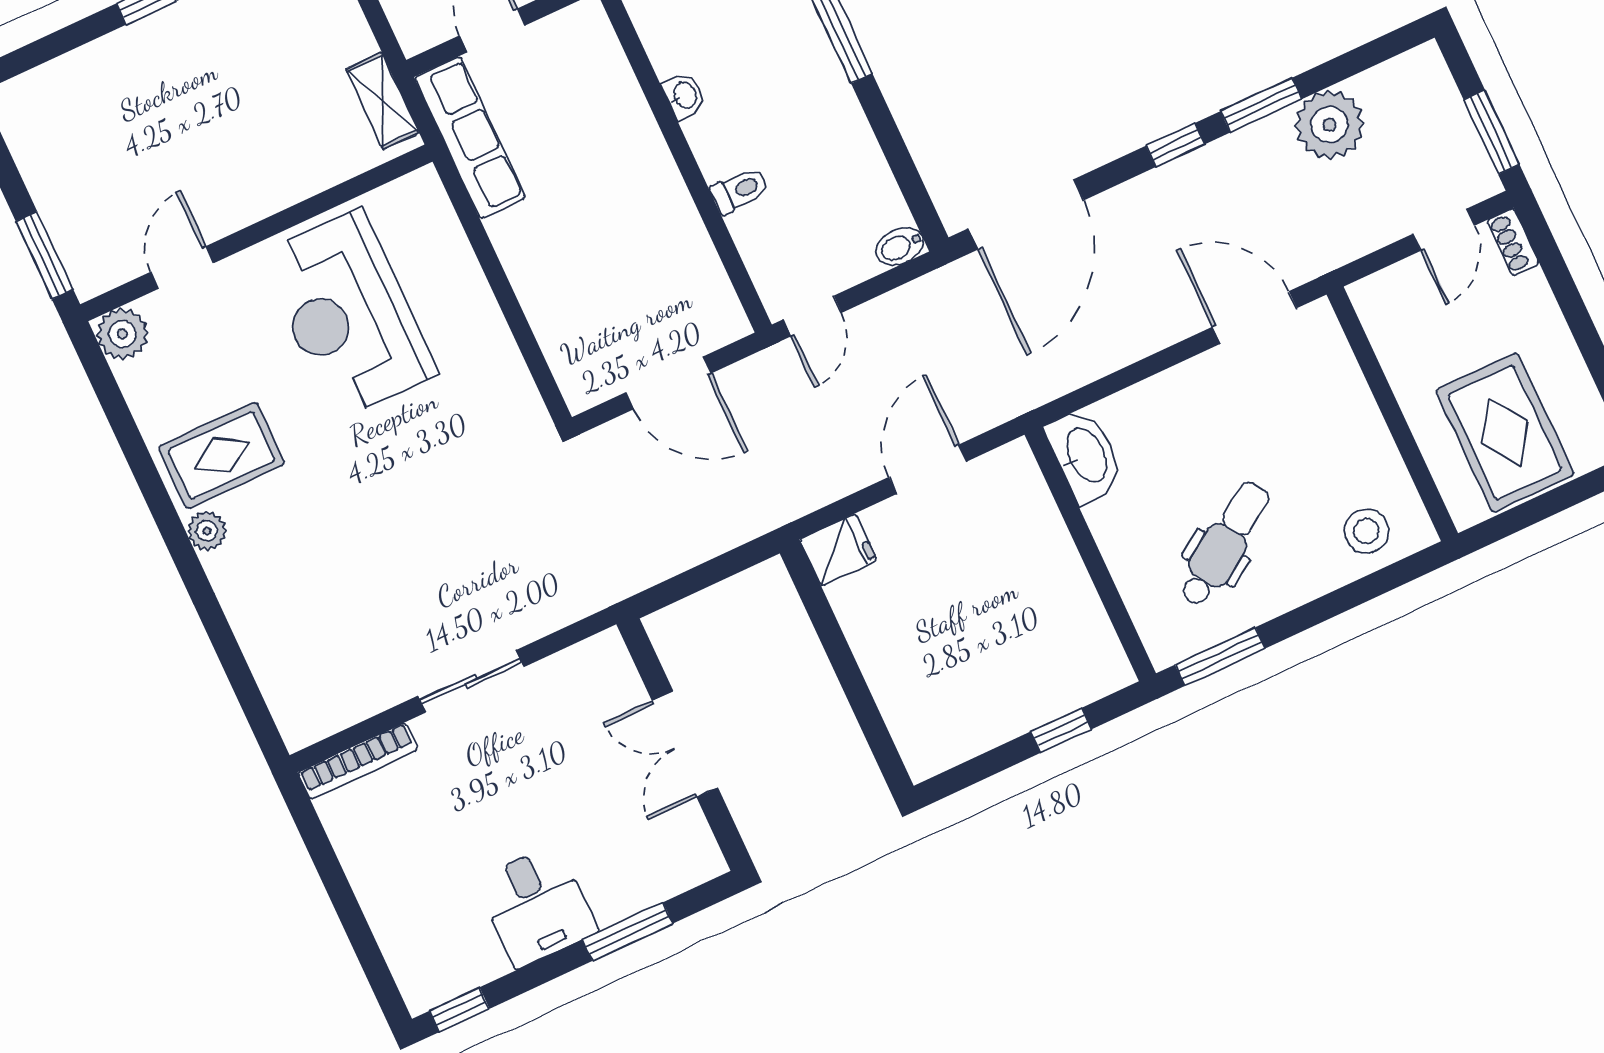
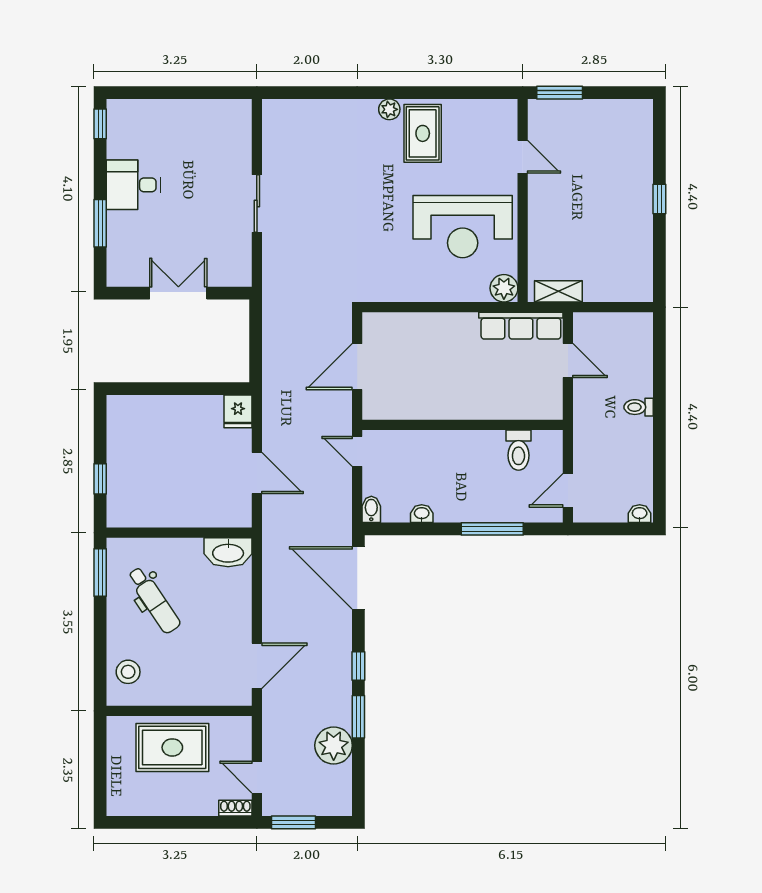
washbasin: (684, 96) -> (422, 514), moved, turned 180
toilet: (740, 190) -> (518, 450), moved, width x1.37, depth x1.39
reception desk: (348, 314) -> (463, 227), turned 180
plant: (122, 334) -> (504, 288), moved
rug: (1505, 432) -> (172, 747), moved
bookcase: (358, 761) -> (244, 131), removed

